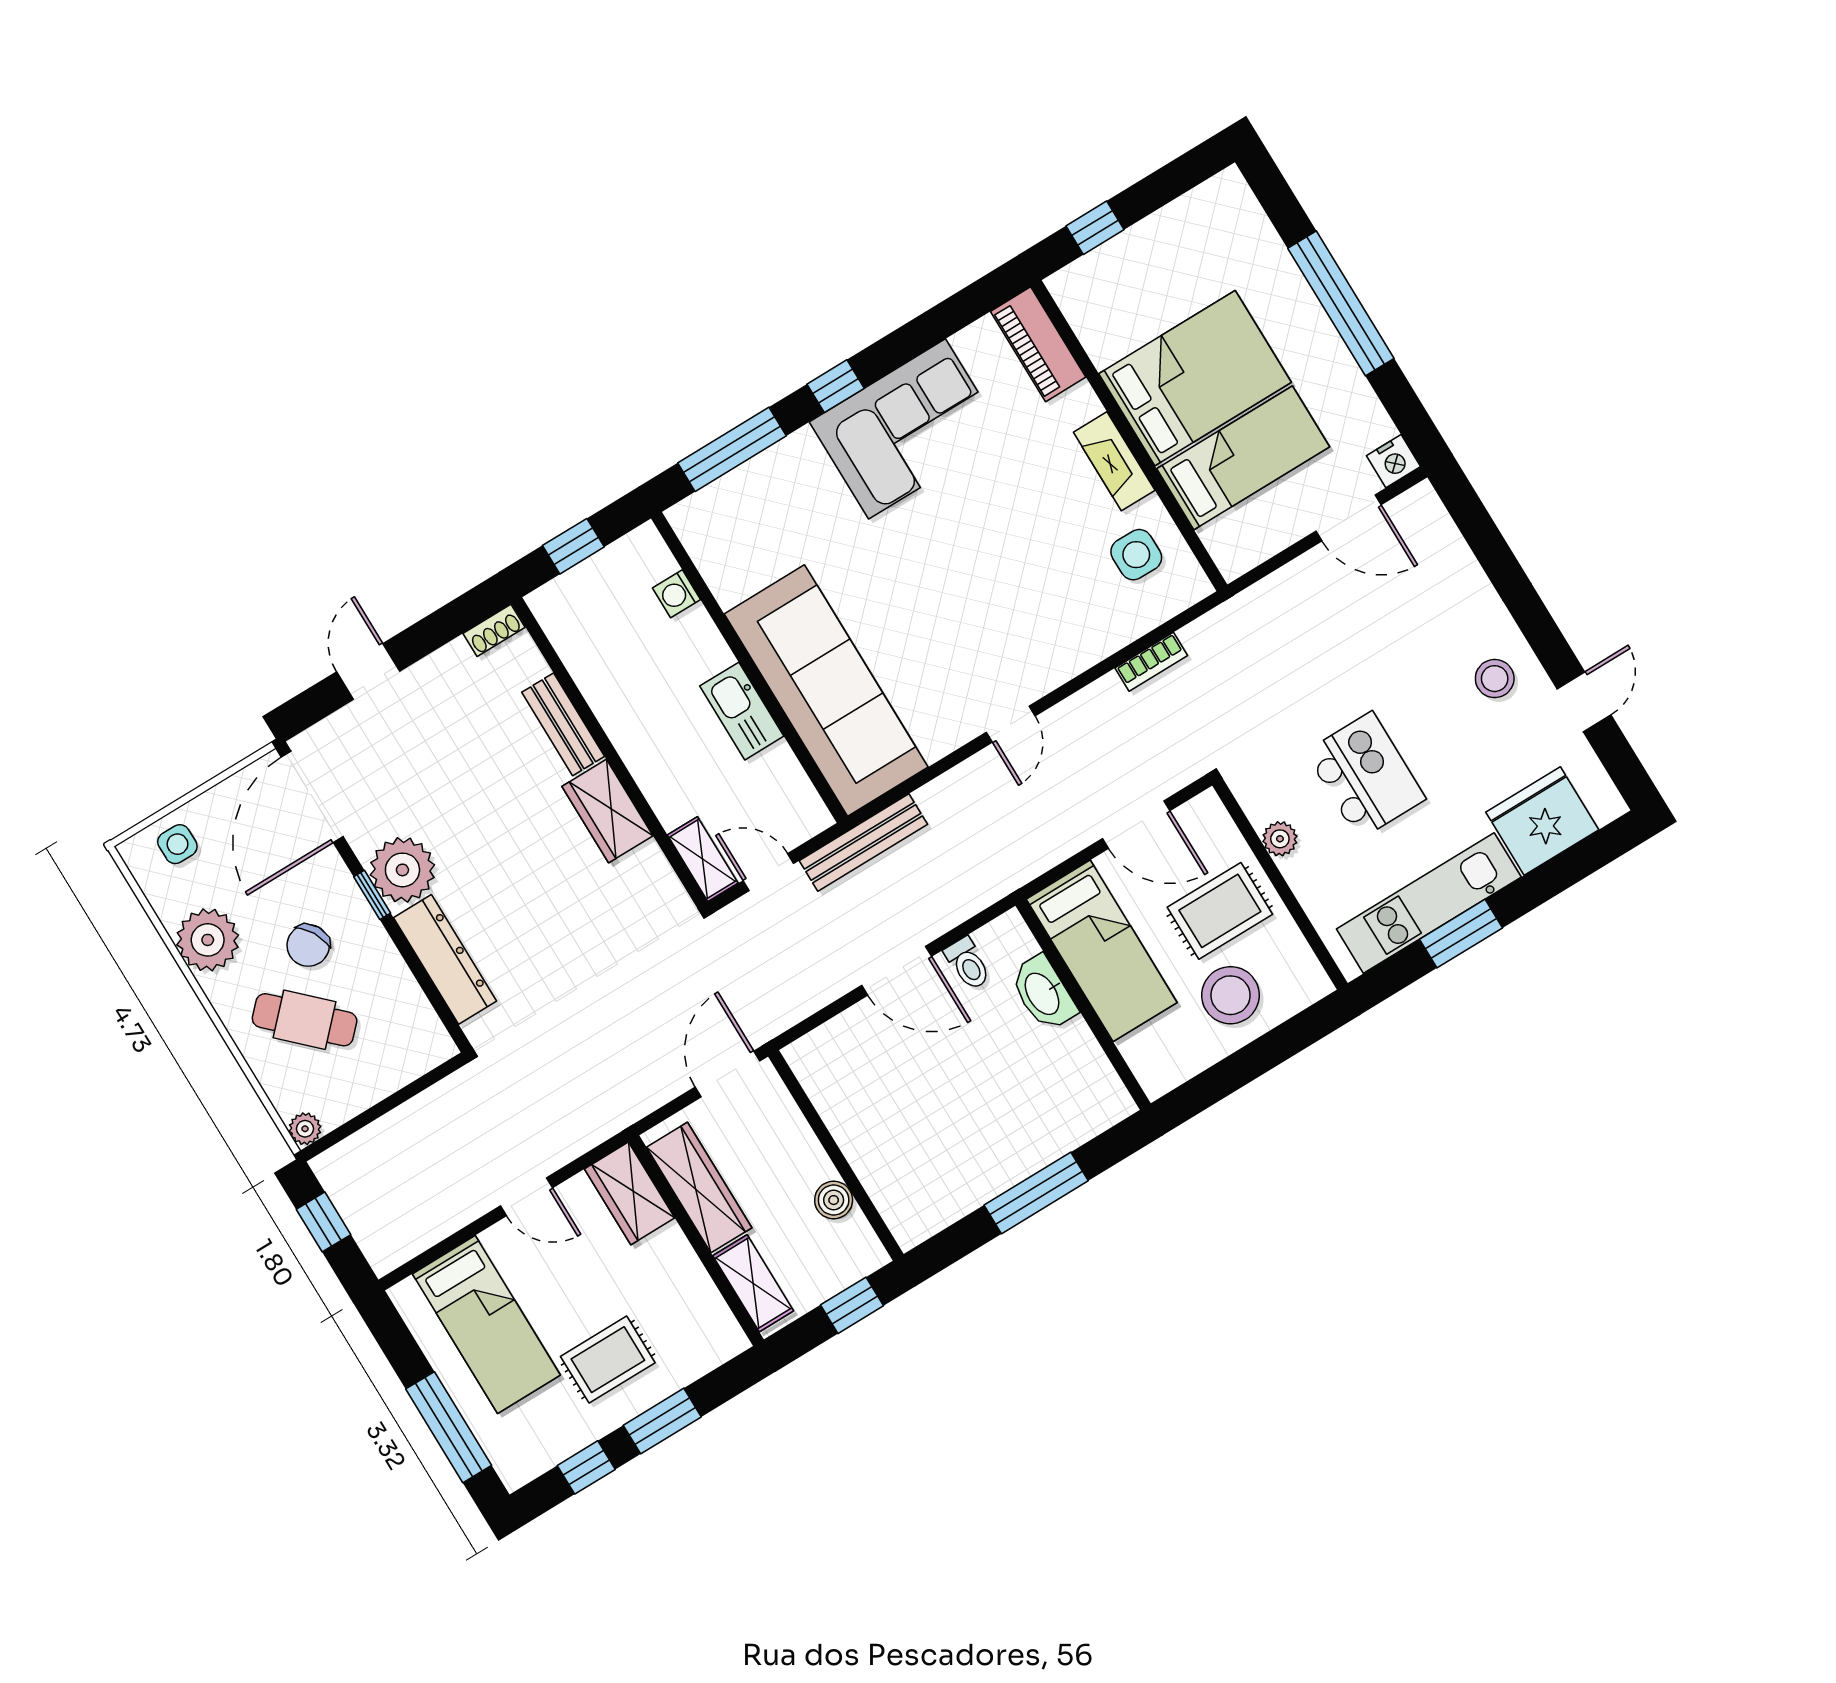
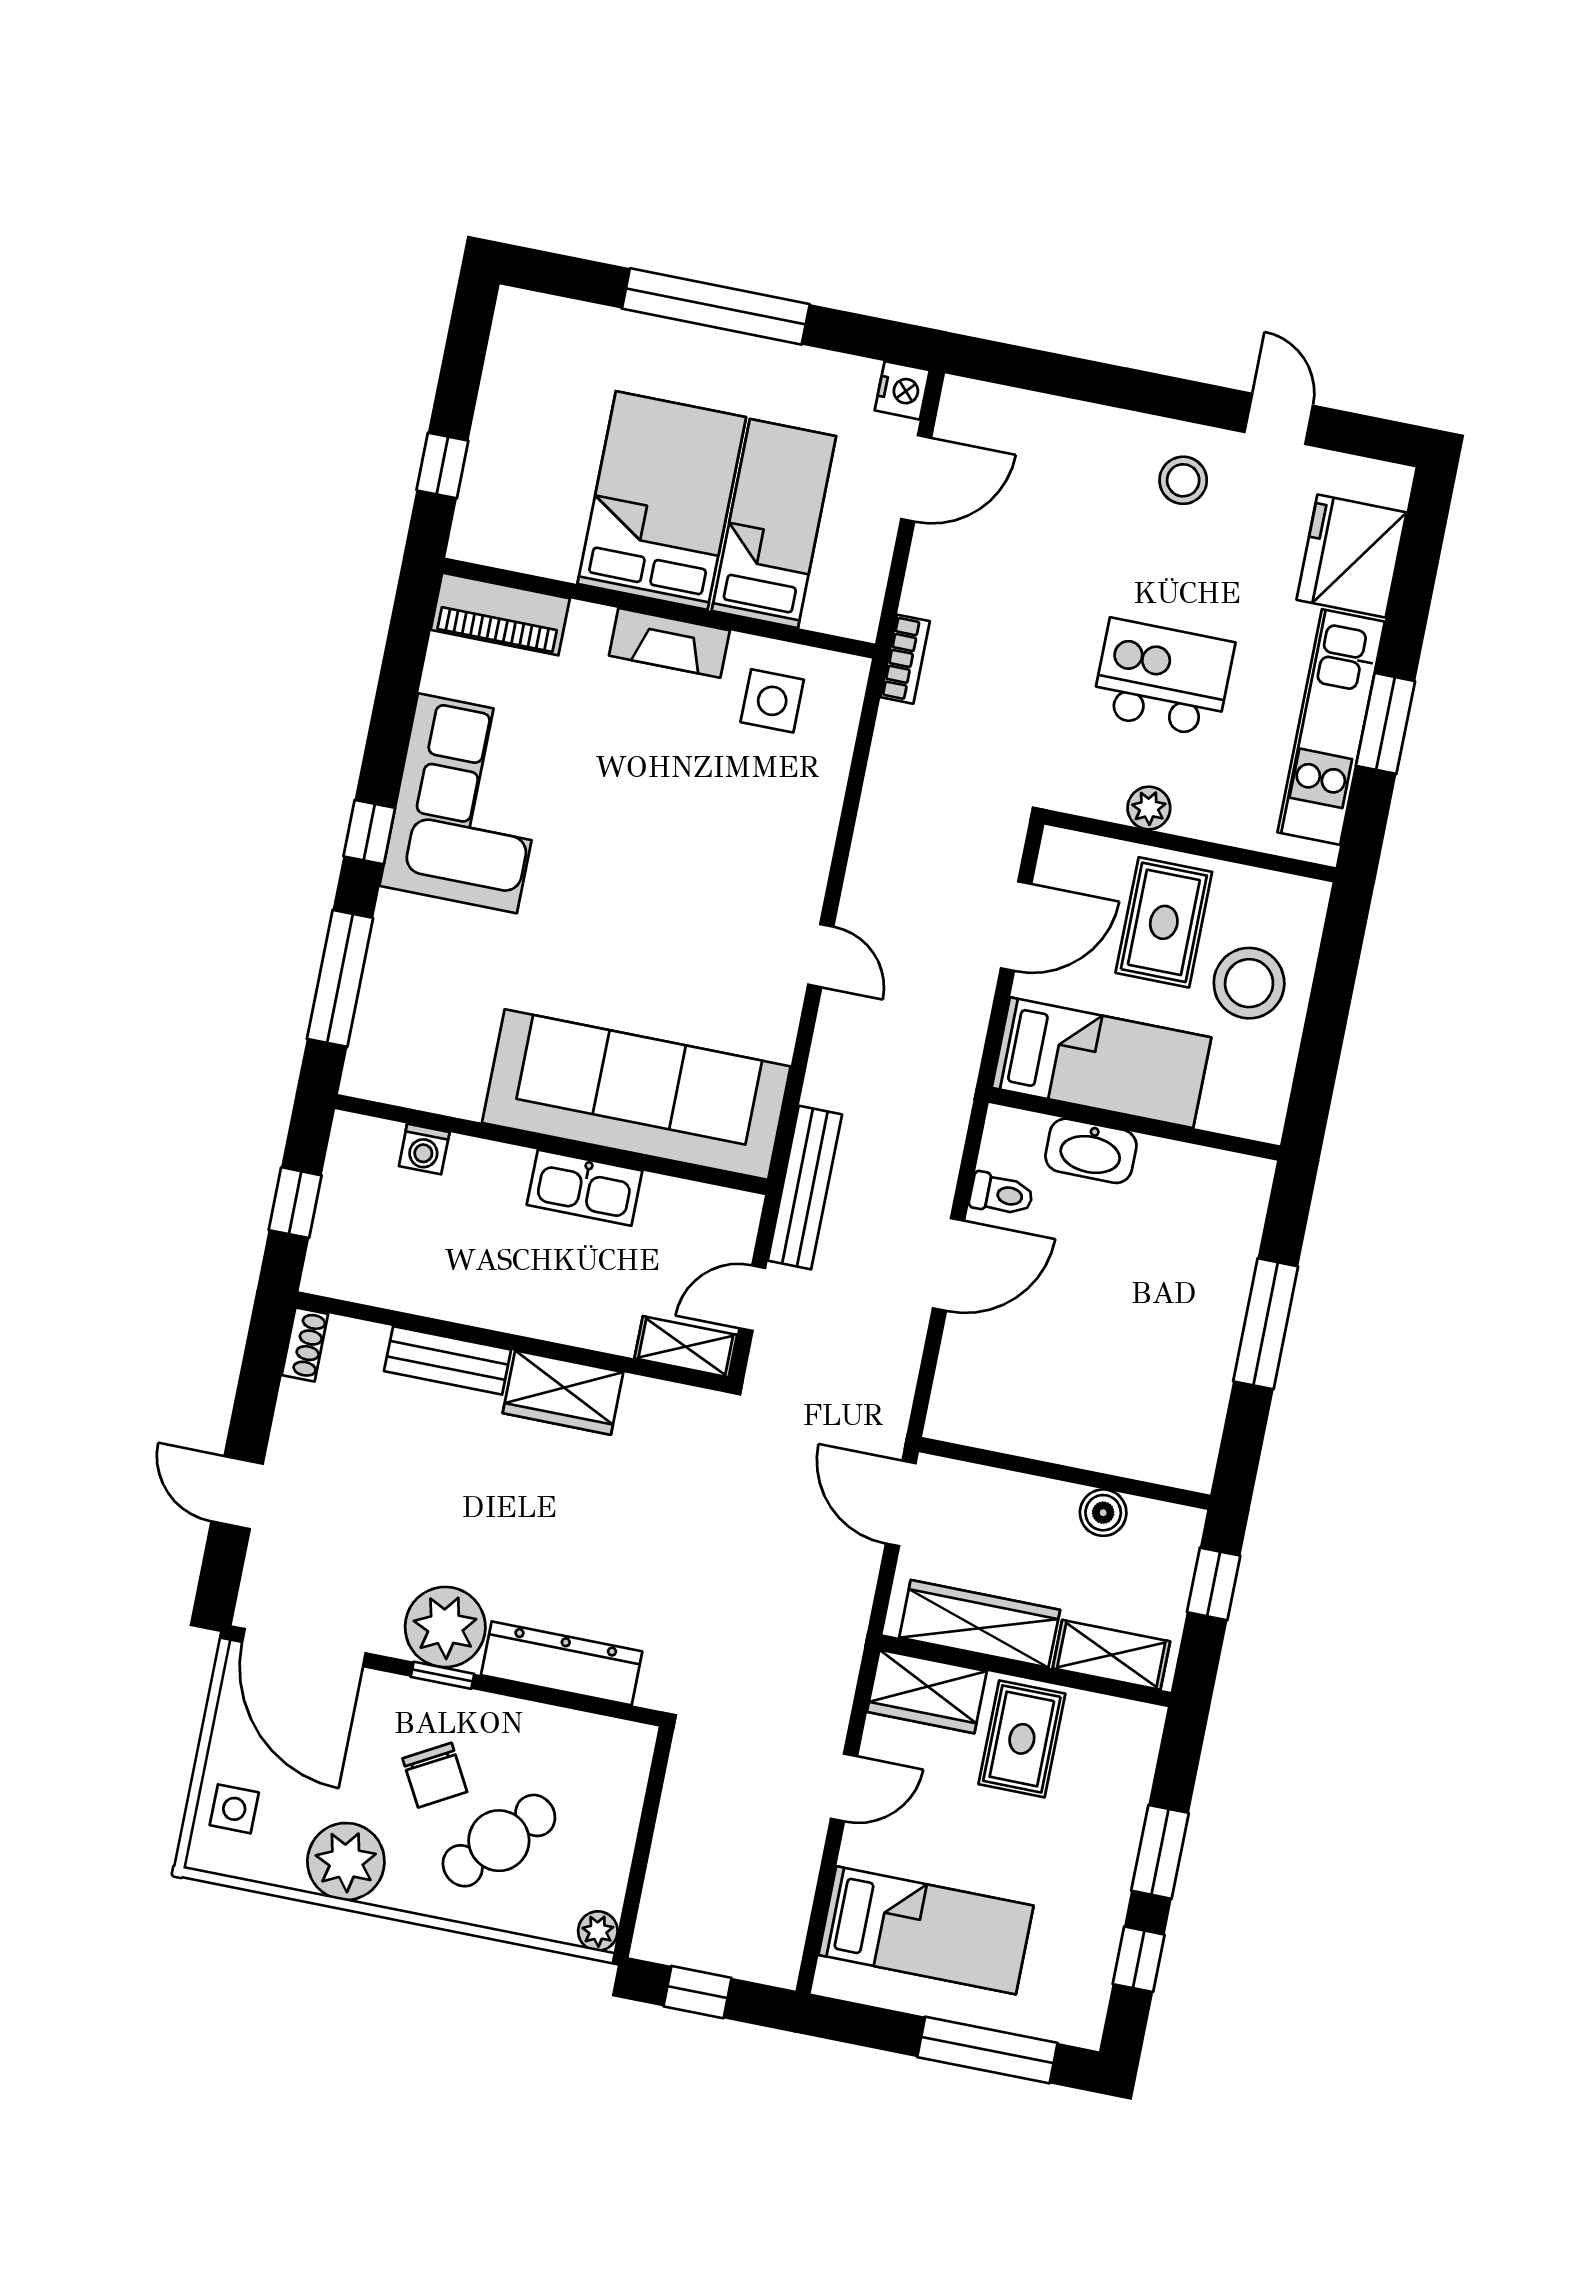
bookcase: (1151, 662) -> (905, 659), moved
rug: (608, 1360) -> (1022, 1739), moved

